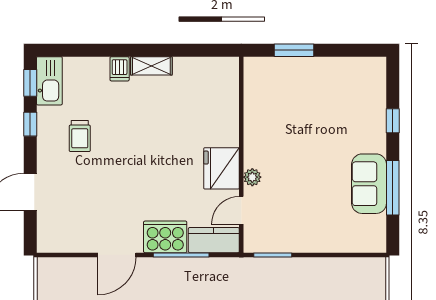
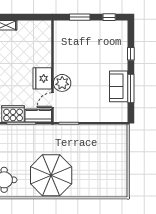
window: (351, 50) -> (109, 17), added
plant: (252, 177) -> (62, 83), width x1.87, depth x1.87

